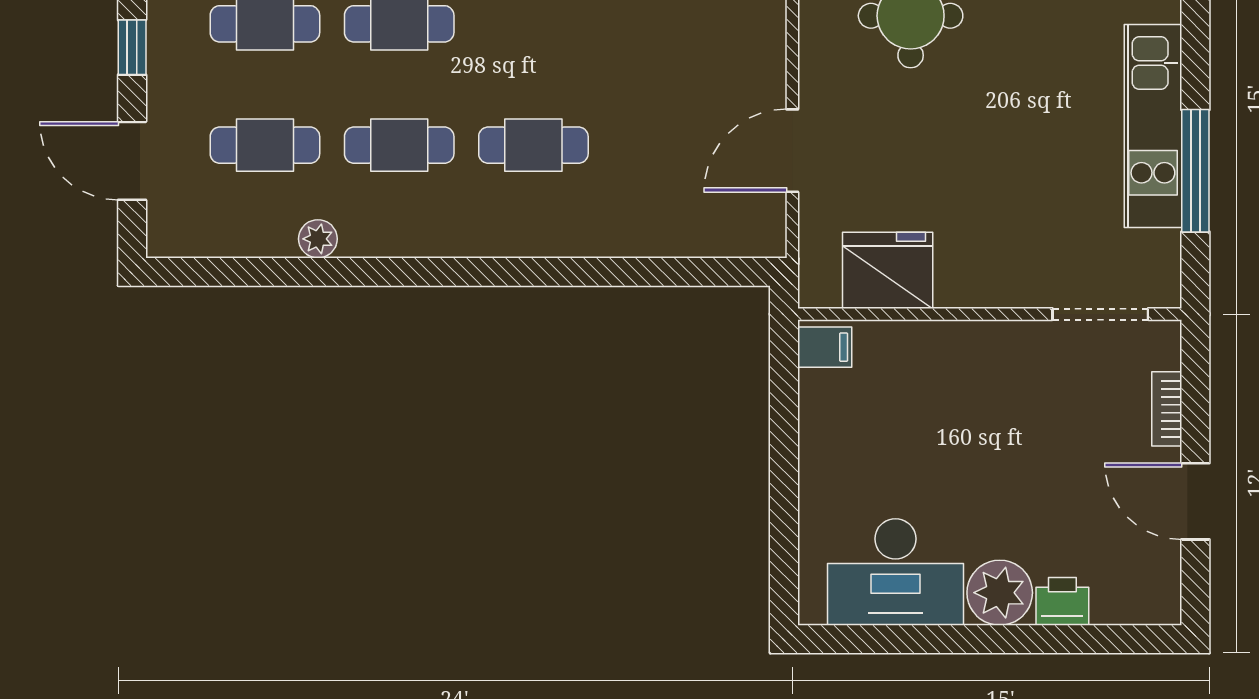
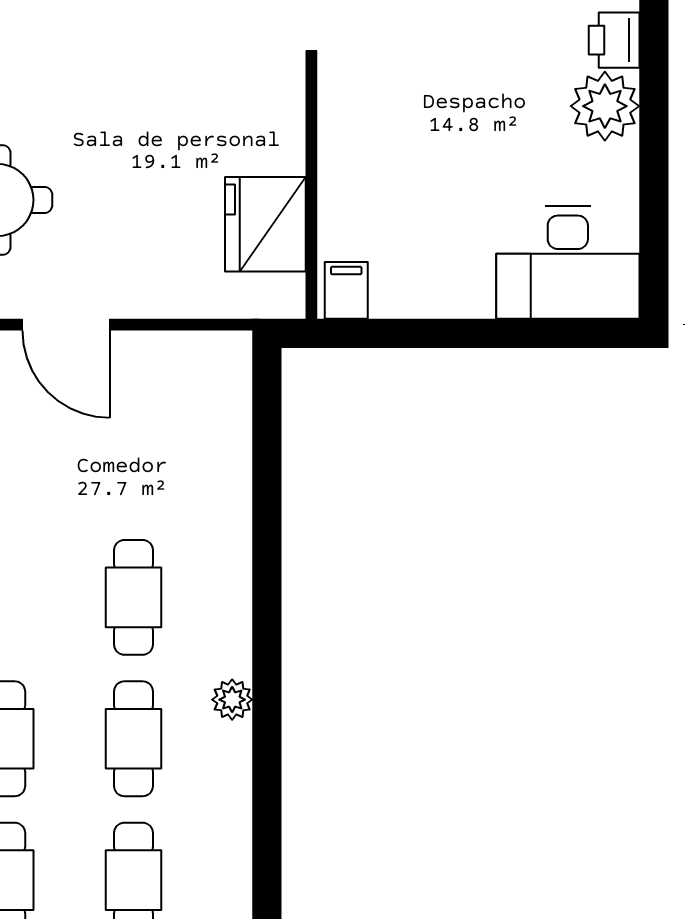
door: (792, 151) -> (66, 325), moved
plant: (318, 239) -> (232, 700), moved
desk: (895, 572) -> (568, 263), moved, turned 90

